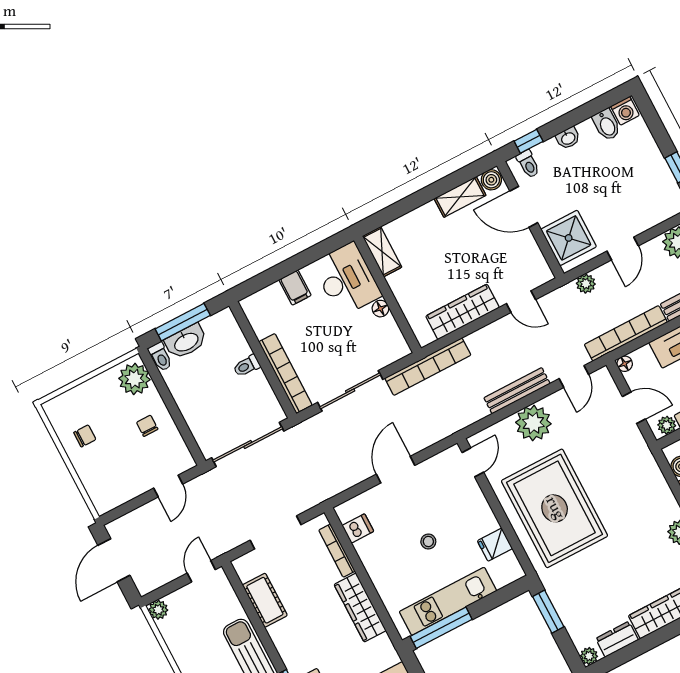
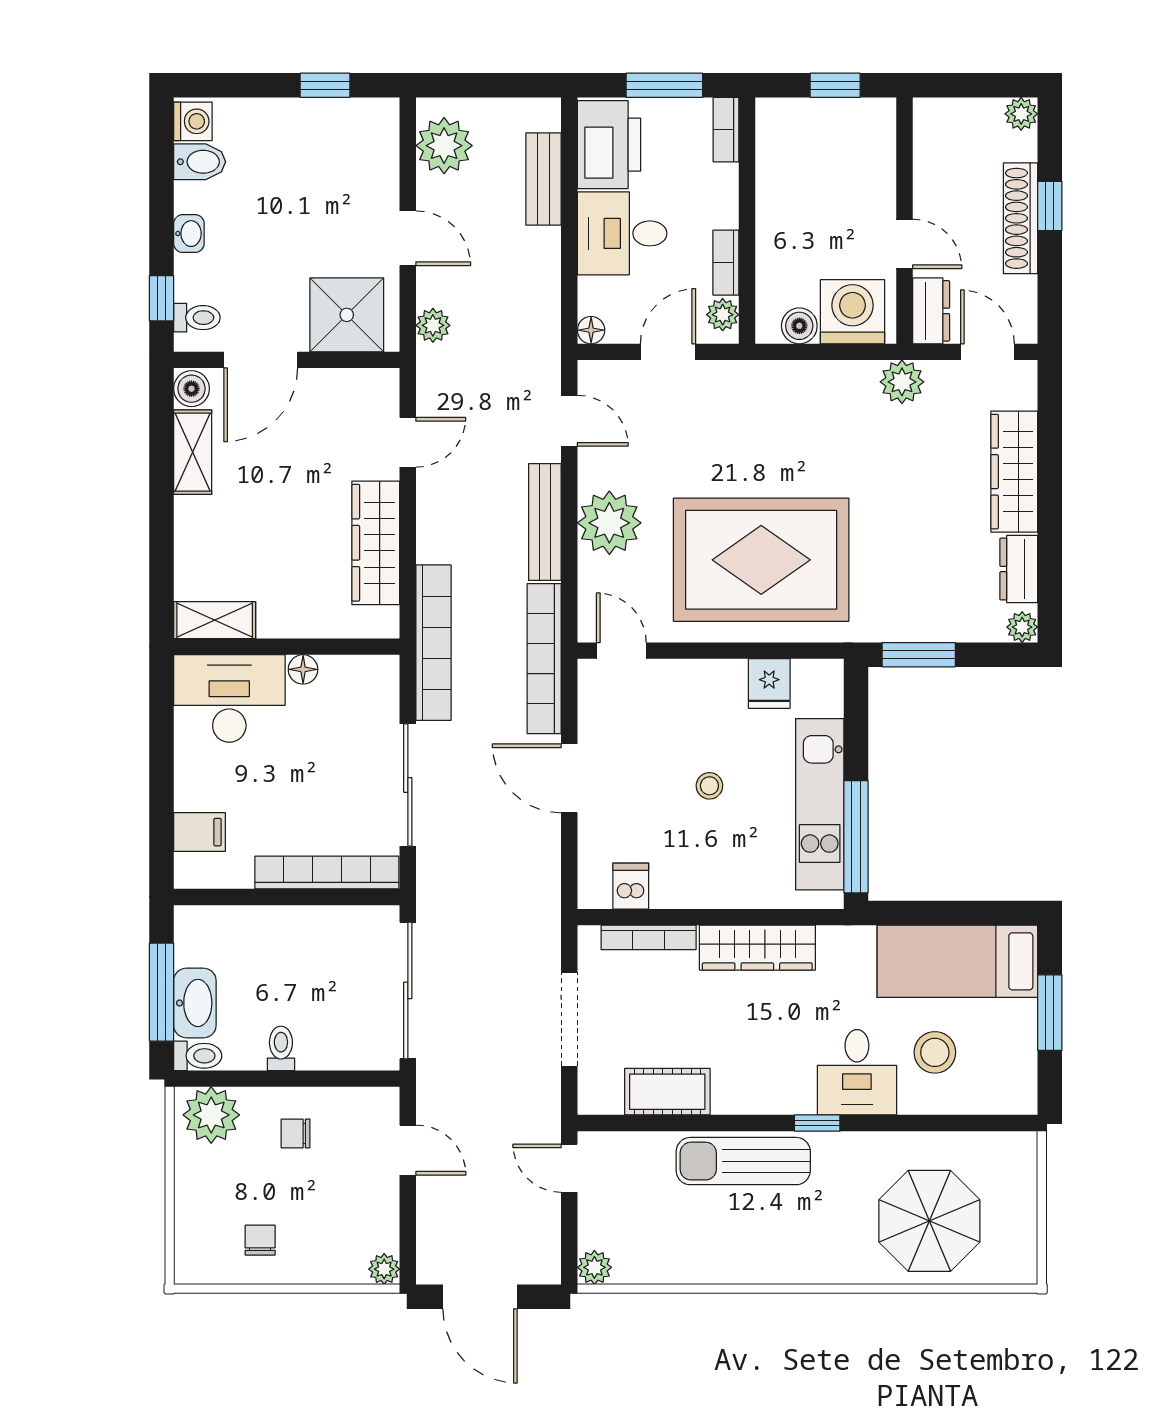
filing cabinet: (295, 287) -> (199, 832), moved
bookcase: (626, 333) -> (544, 659), moved
toilet: (247, 366) -> (281, 1048), moved, turned 180
plant: (103, 505) -> (384, 1269), added

